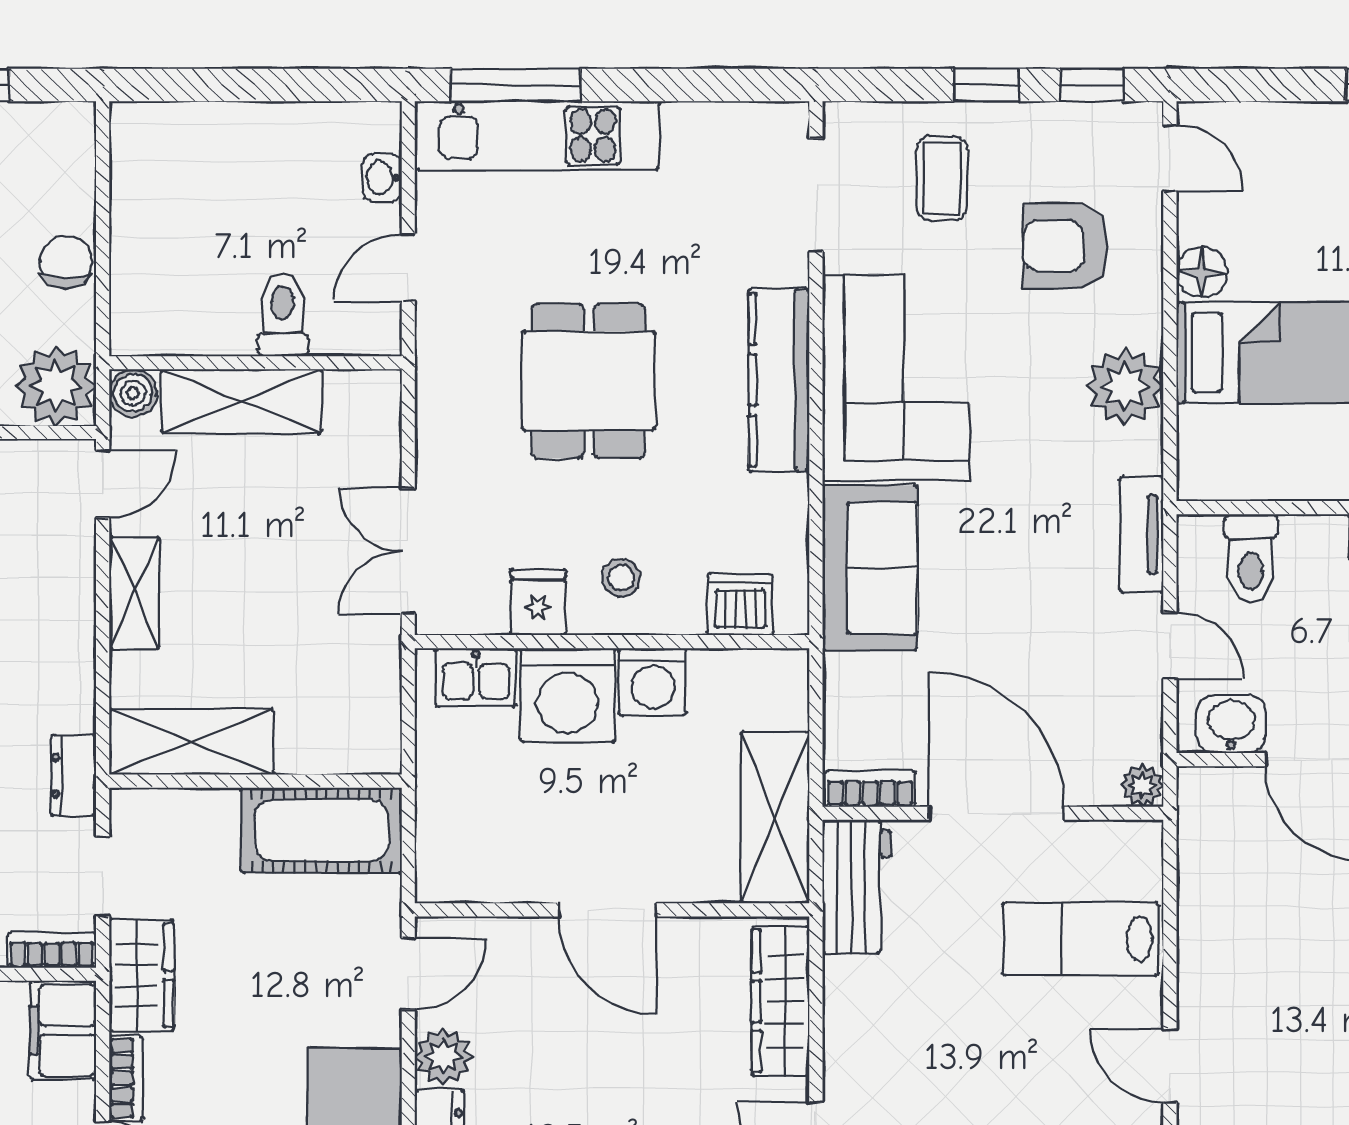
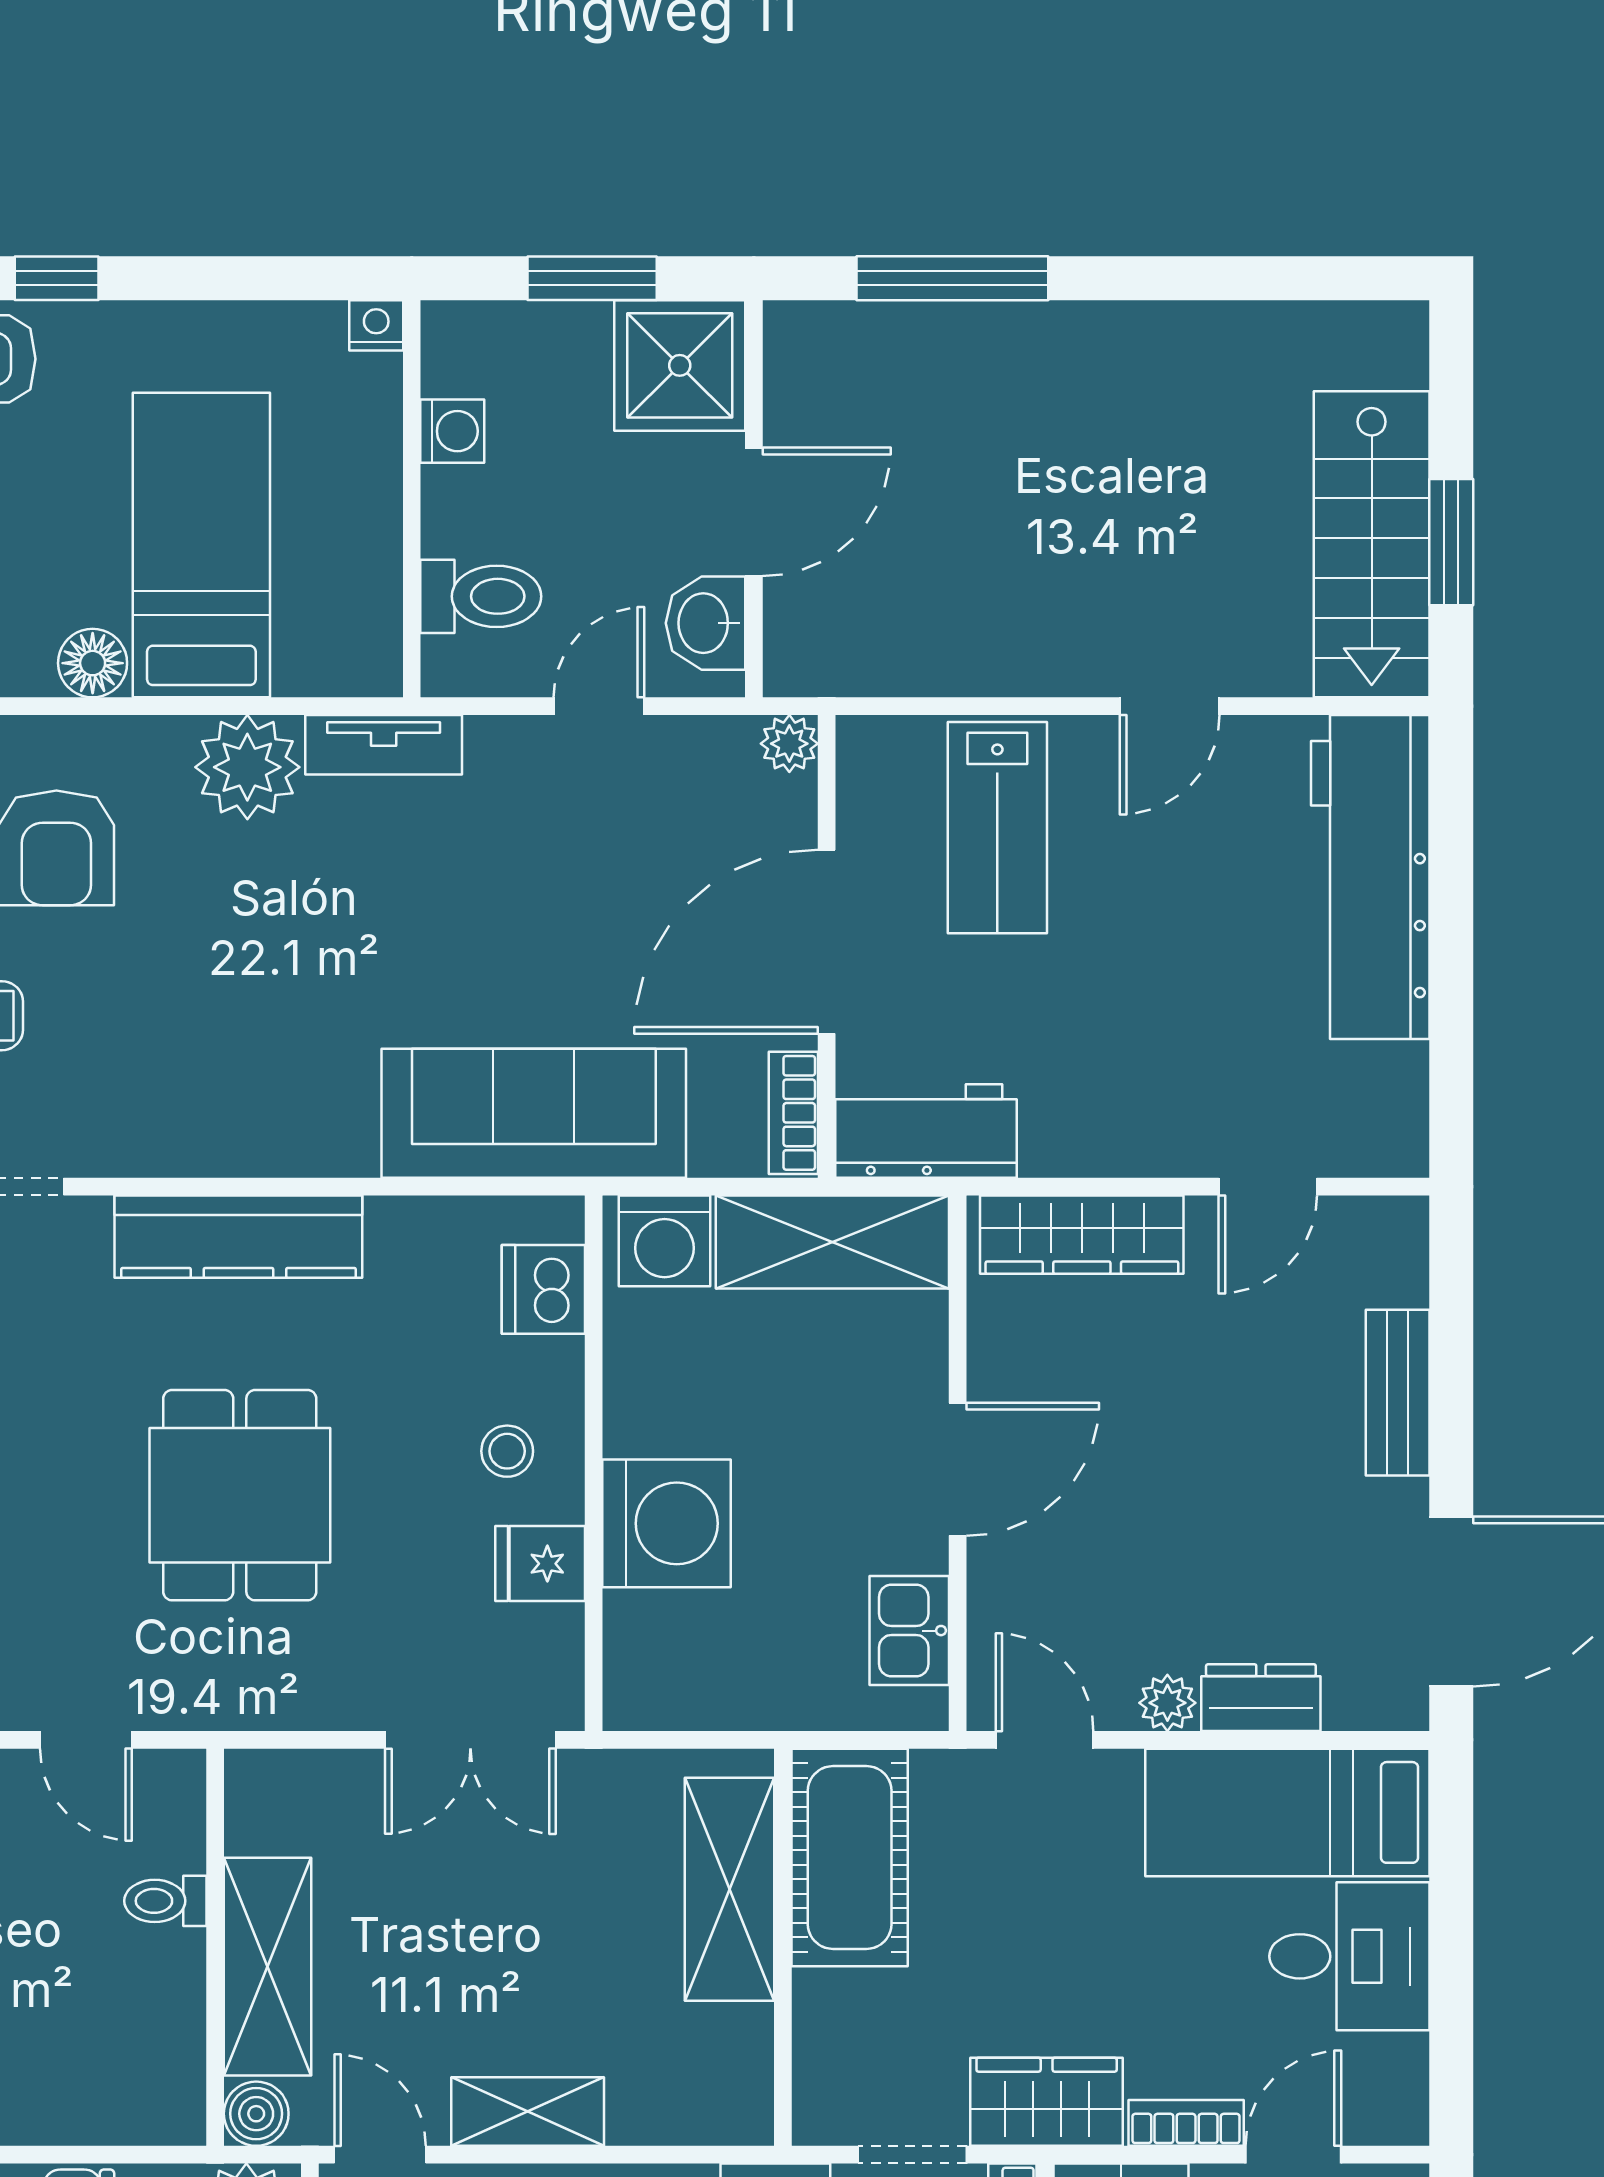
toilet: (283, 314) -> (165, 1901), width x0.73, depth x0.72
corner sofa: (896, 378) -> (236, 1078), removed
dining table: (589, 381) -> (240, 1495), turned 90
tv unit: (1141, 535) -> (384, 745), moved
sofa: (870, 568) -> (534, 1113), width x1.36
kitchen sink: (476, 677) -> (909, 1631), moved, turned 180
washing machine: (653, 682) -> (665, 1241), moved, turned 90
shelving: (191, 742) -> (730, 1889), moved
plant: (443, 1057) -> (1167, 1703), width x0.73, depth x0.73

